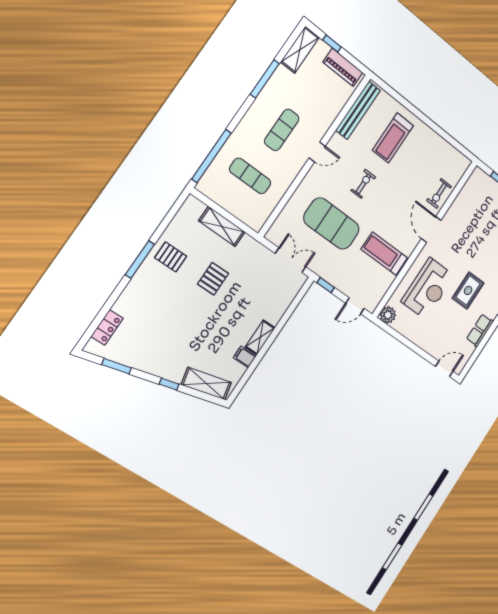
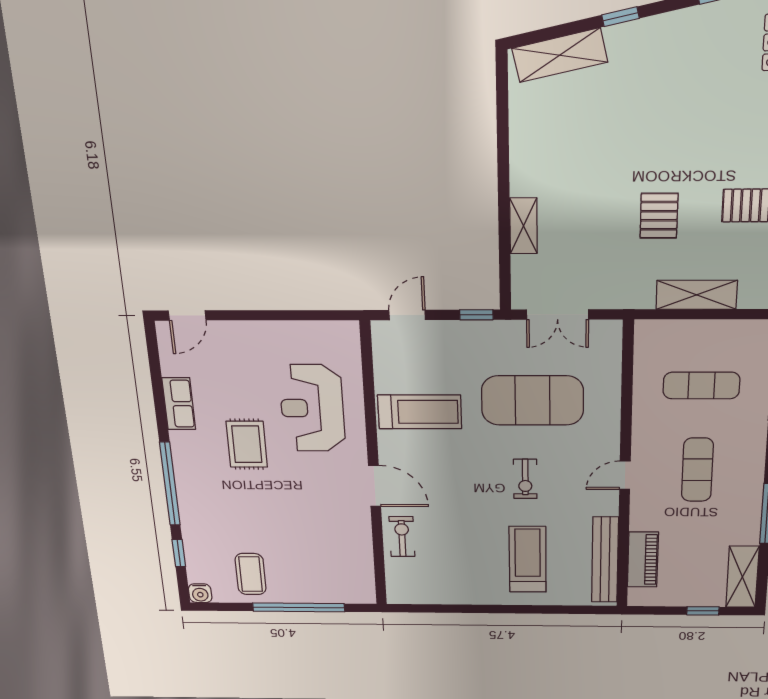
piano: (343, 67) -> (643, 560), moved, turned 90
plant: (388, 315) -> (344, 334), removed
shelving: (260, 337) -> (523, 226), moved
filing cabinet: (245, 357) -> (527, 134), removed

